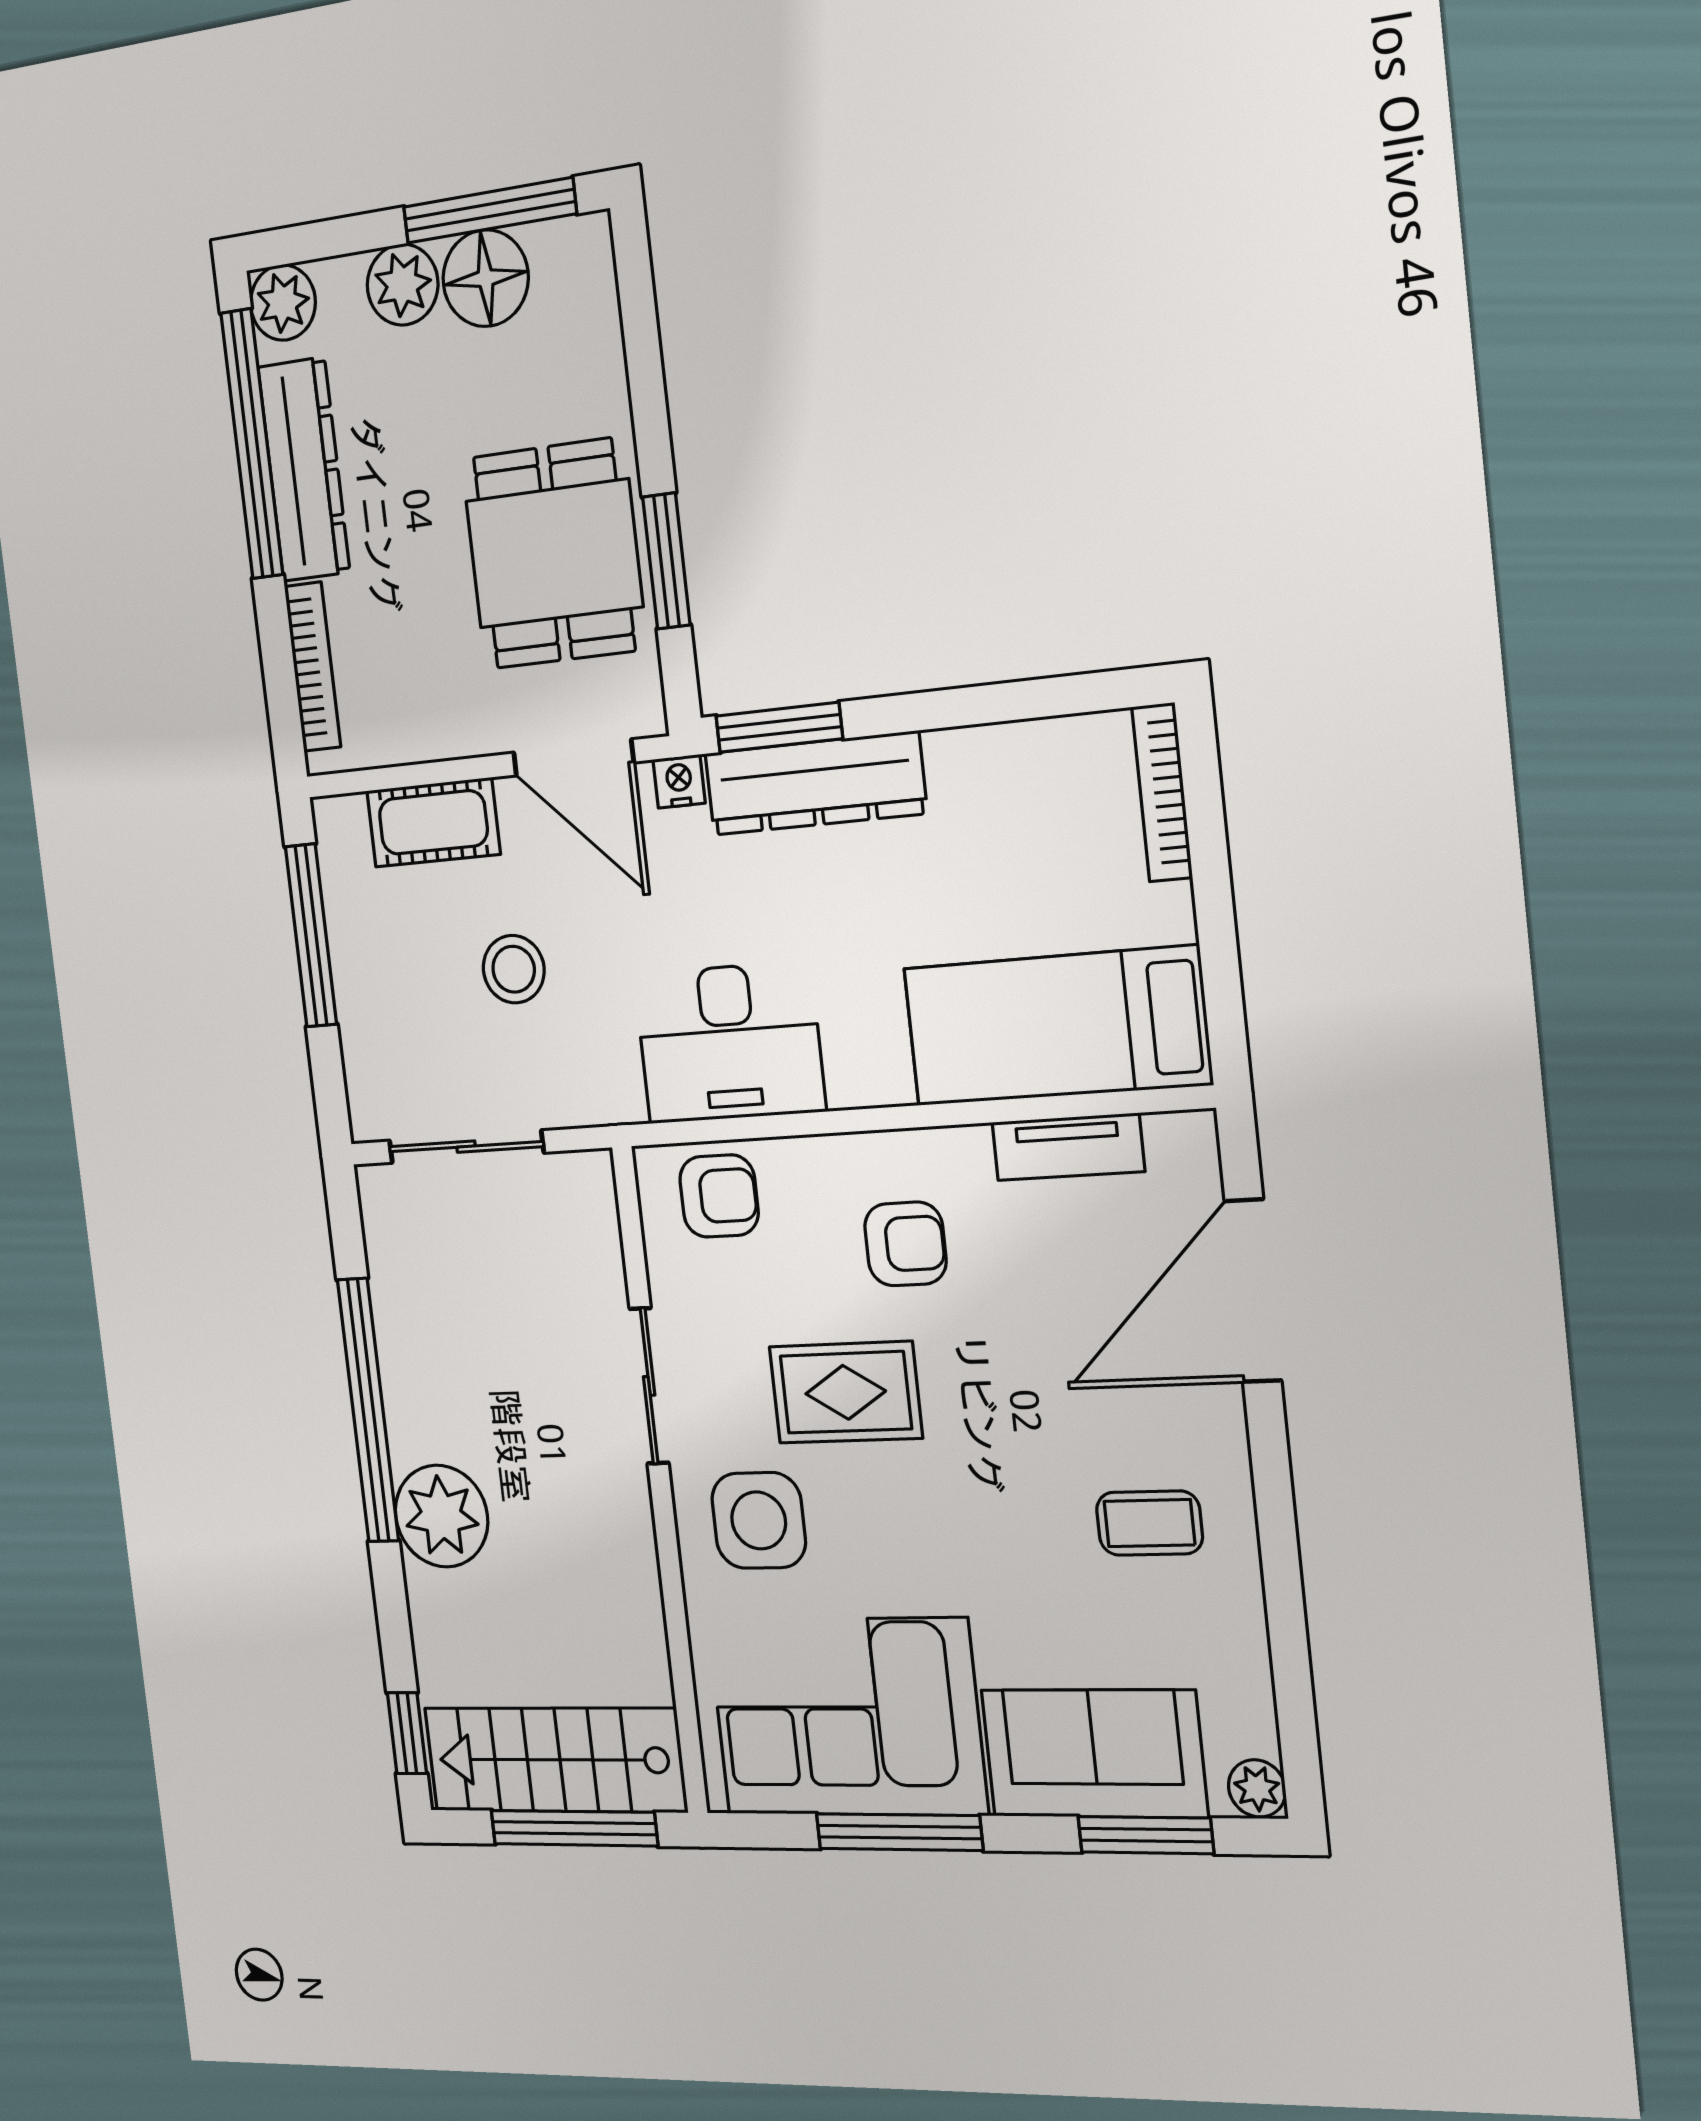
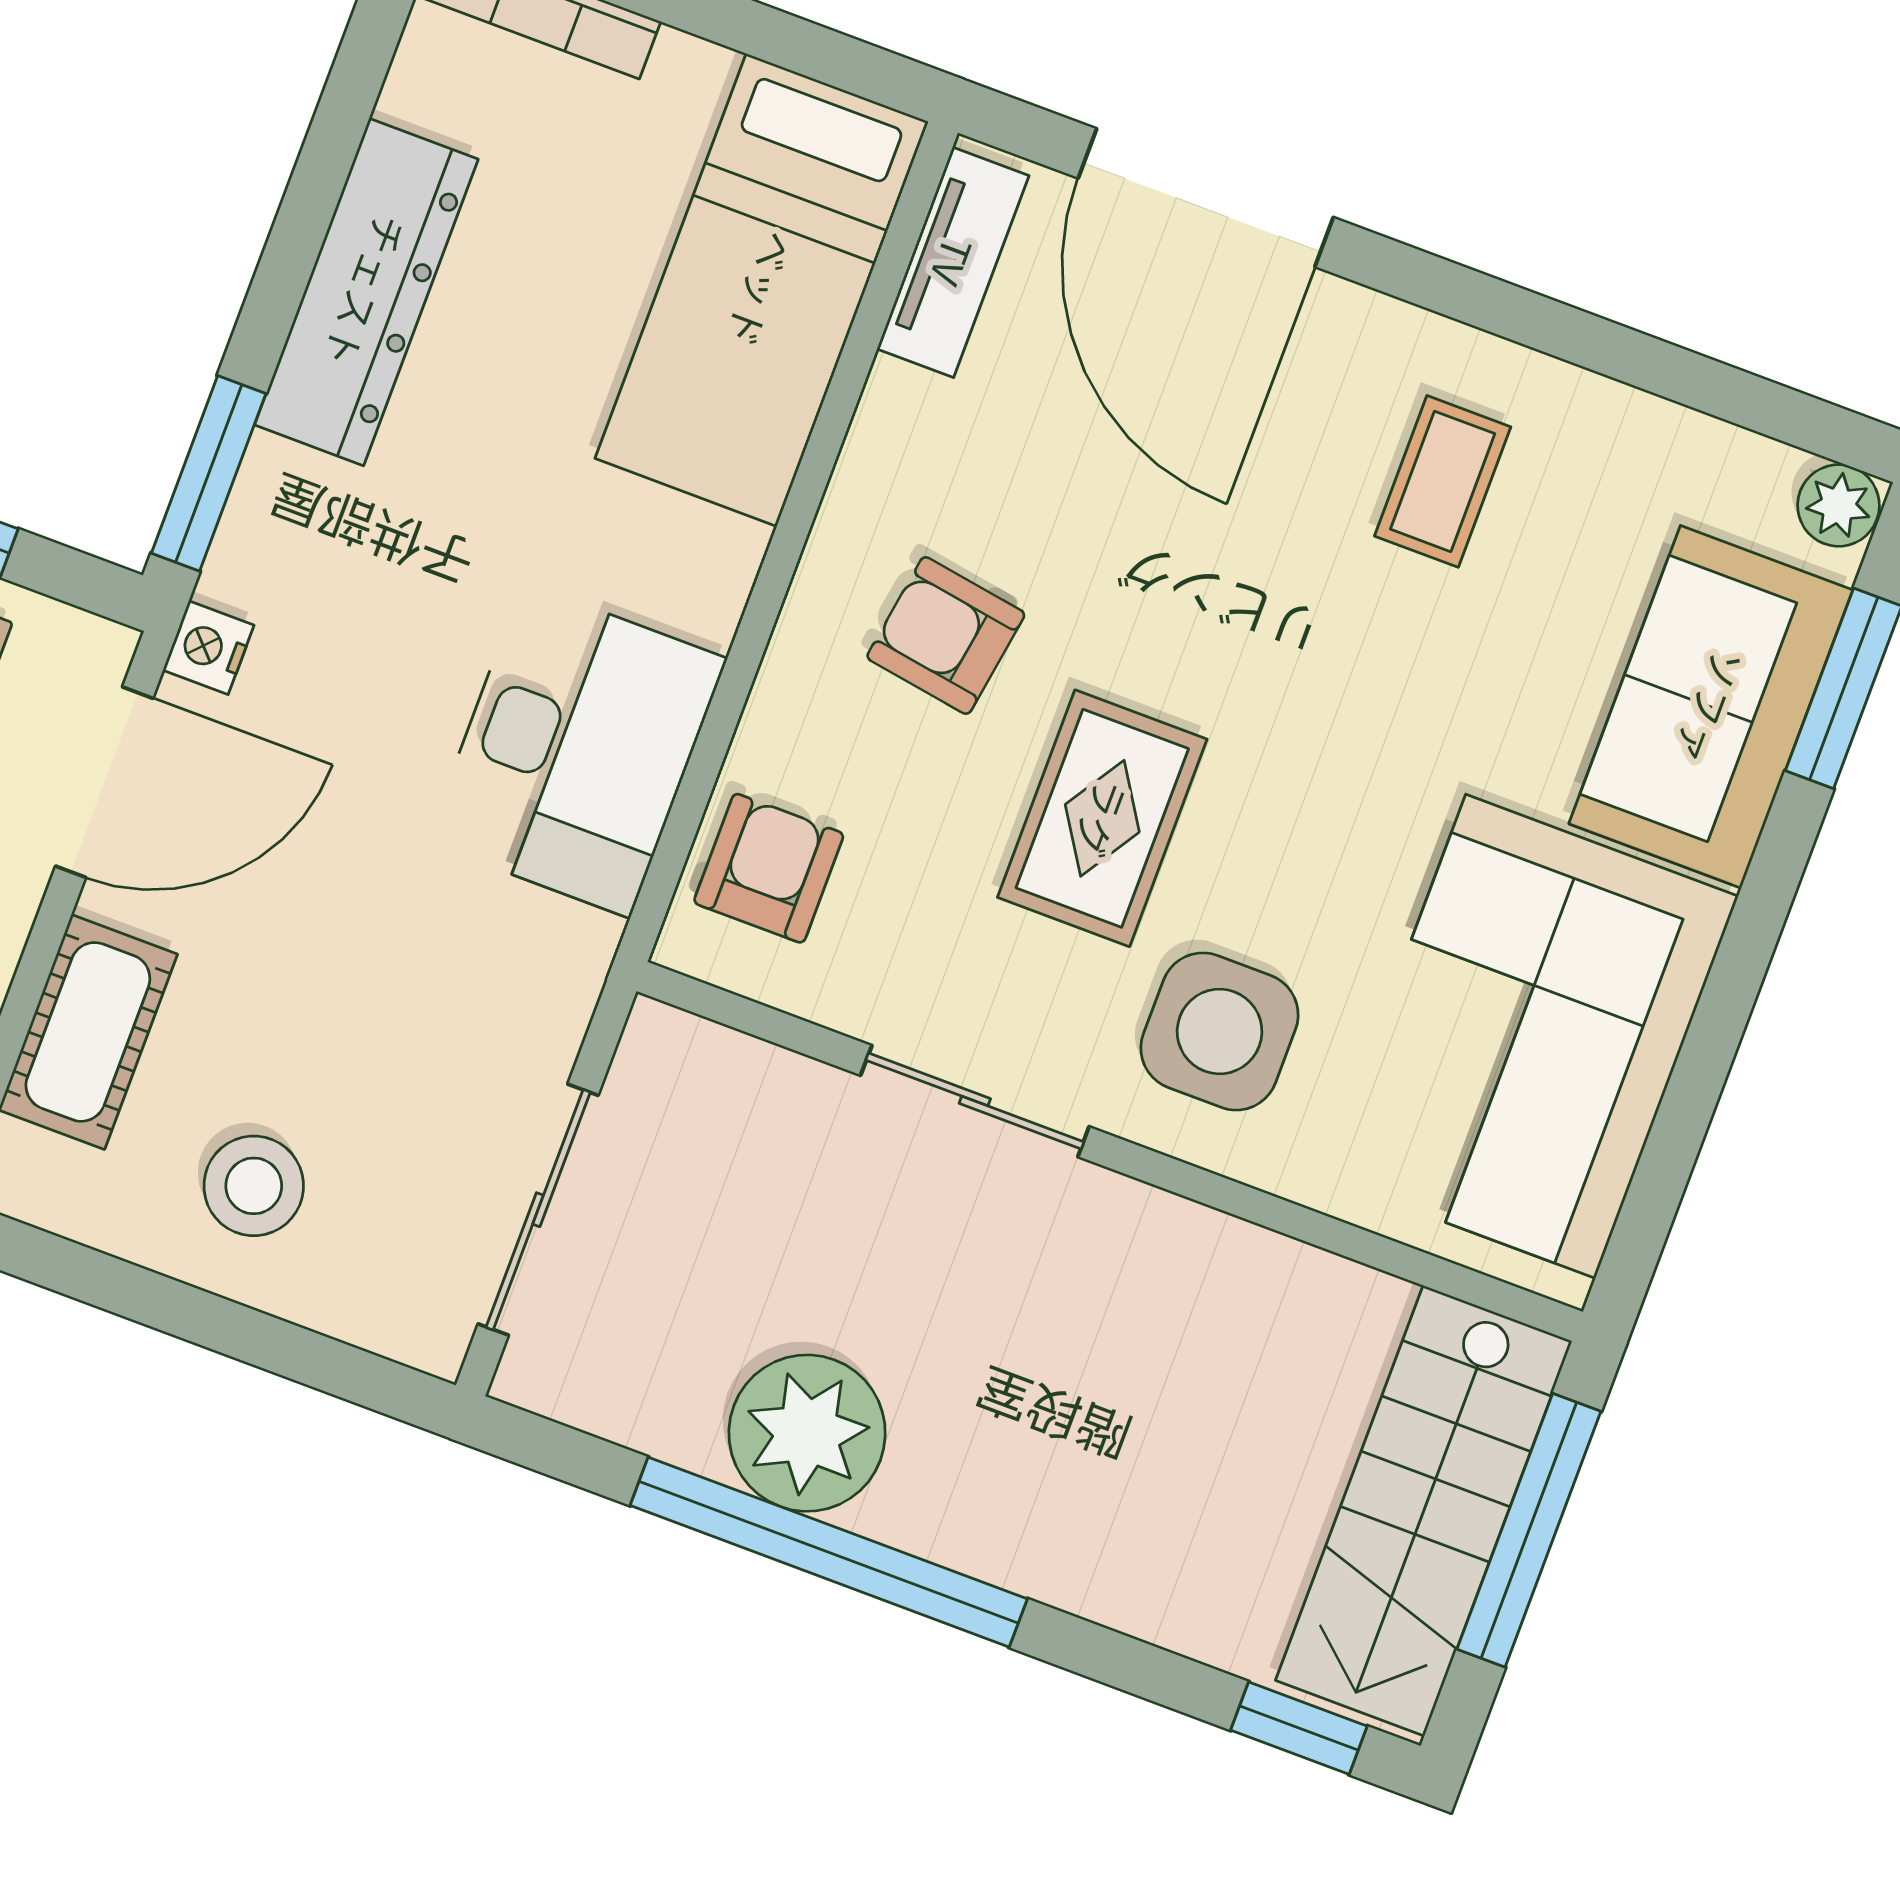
dresser: (815, 783) -> (366, 292), moved
window: (311, 935) -> (148, 1298), removed
stool: (514, 969) -> (254, 1186), moved
tv unit: (1068, 1147) -> (953, 262), moved
armchair: (905, 1244) -> (946, 636), turned -81
plant: (441, 1516) -> (807, 1433), moved
window: (899, 1832) -> (1713, 1038), removed

